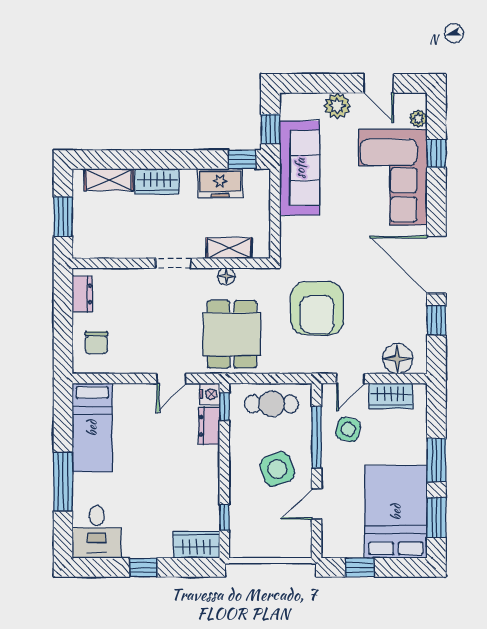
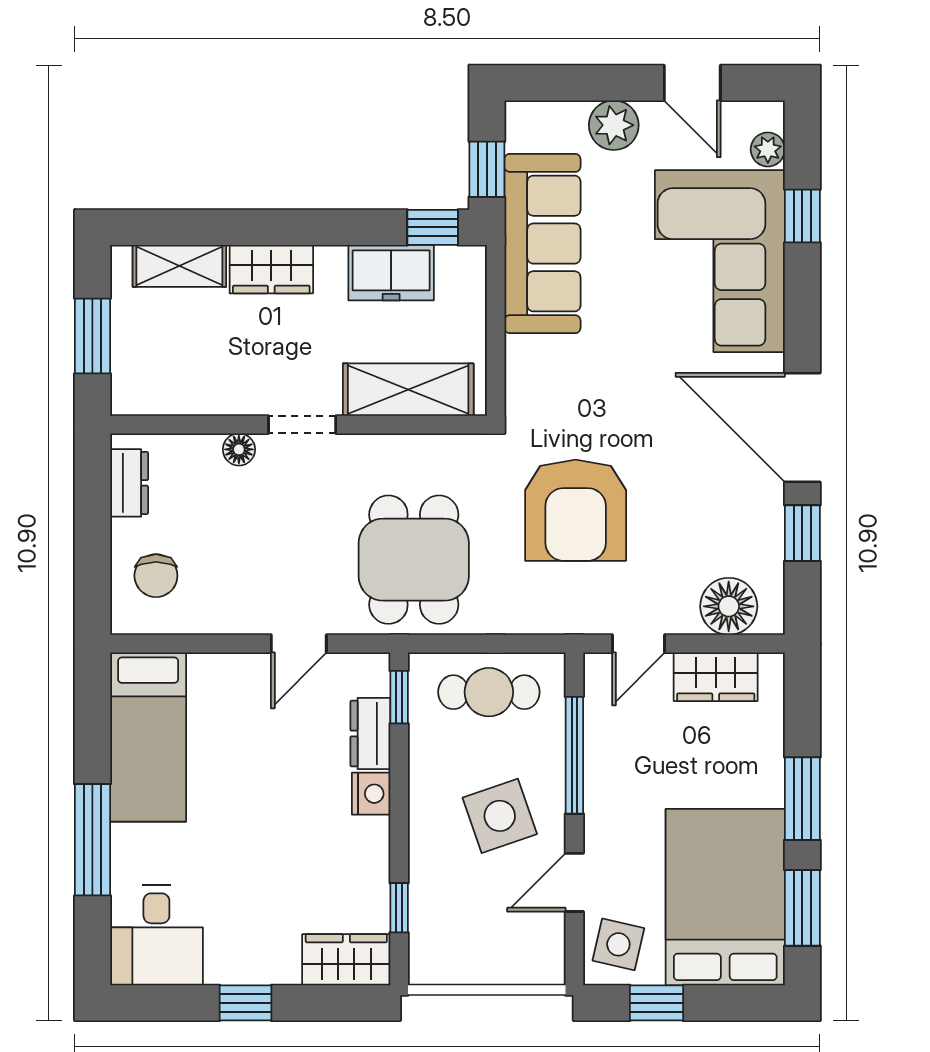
shelving: (229, 248) -> (408, 390), width x1.50, depth x1.33
floor lamp: (226, 276) -> (239, 449), moved
nightstand: (210, 394) -> (371, 794), moved
side table: (348, 429) -> (618, 944), moved

